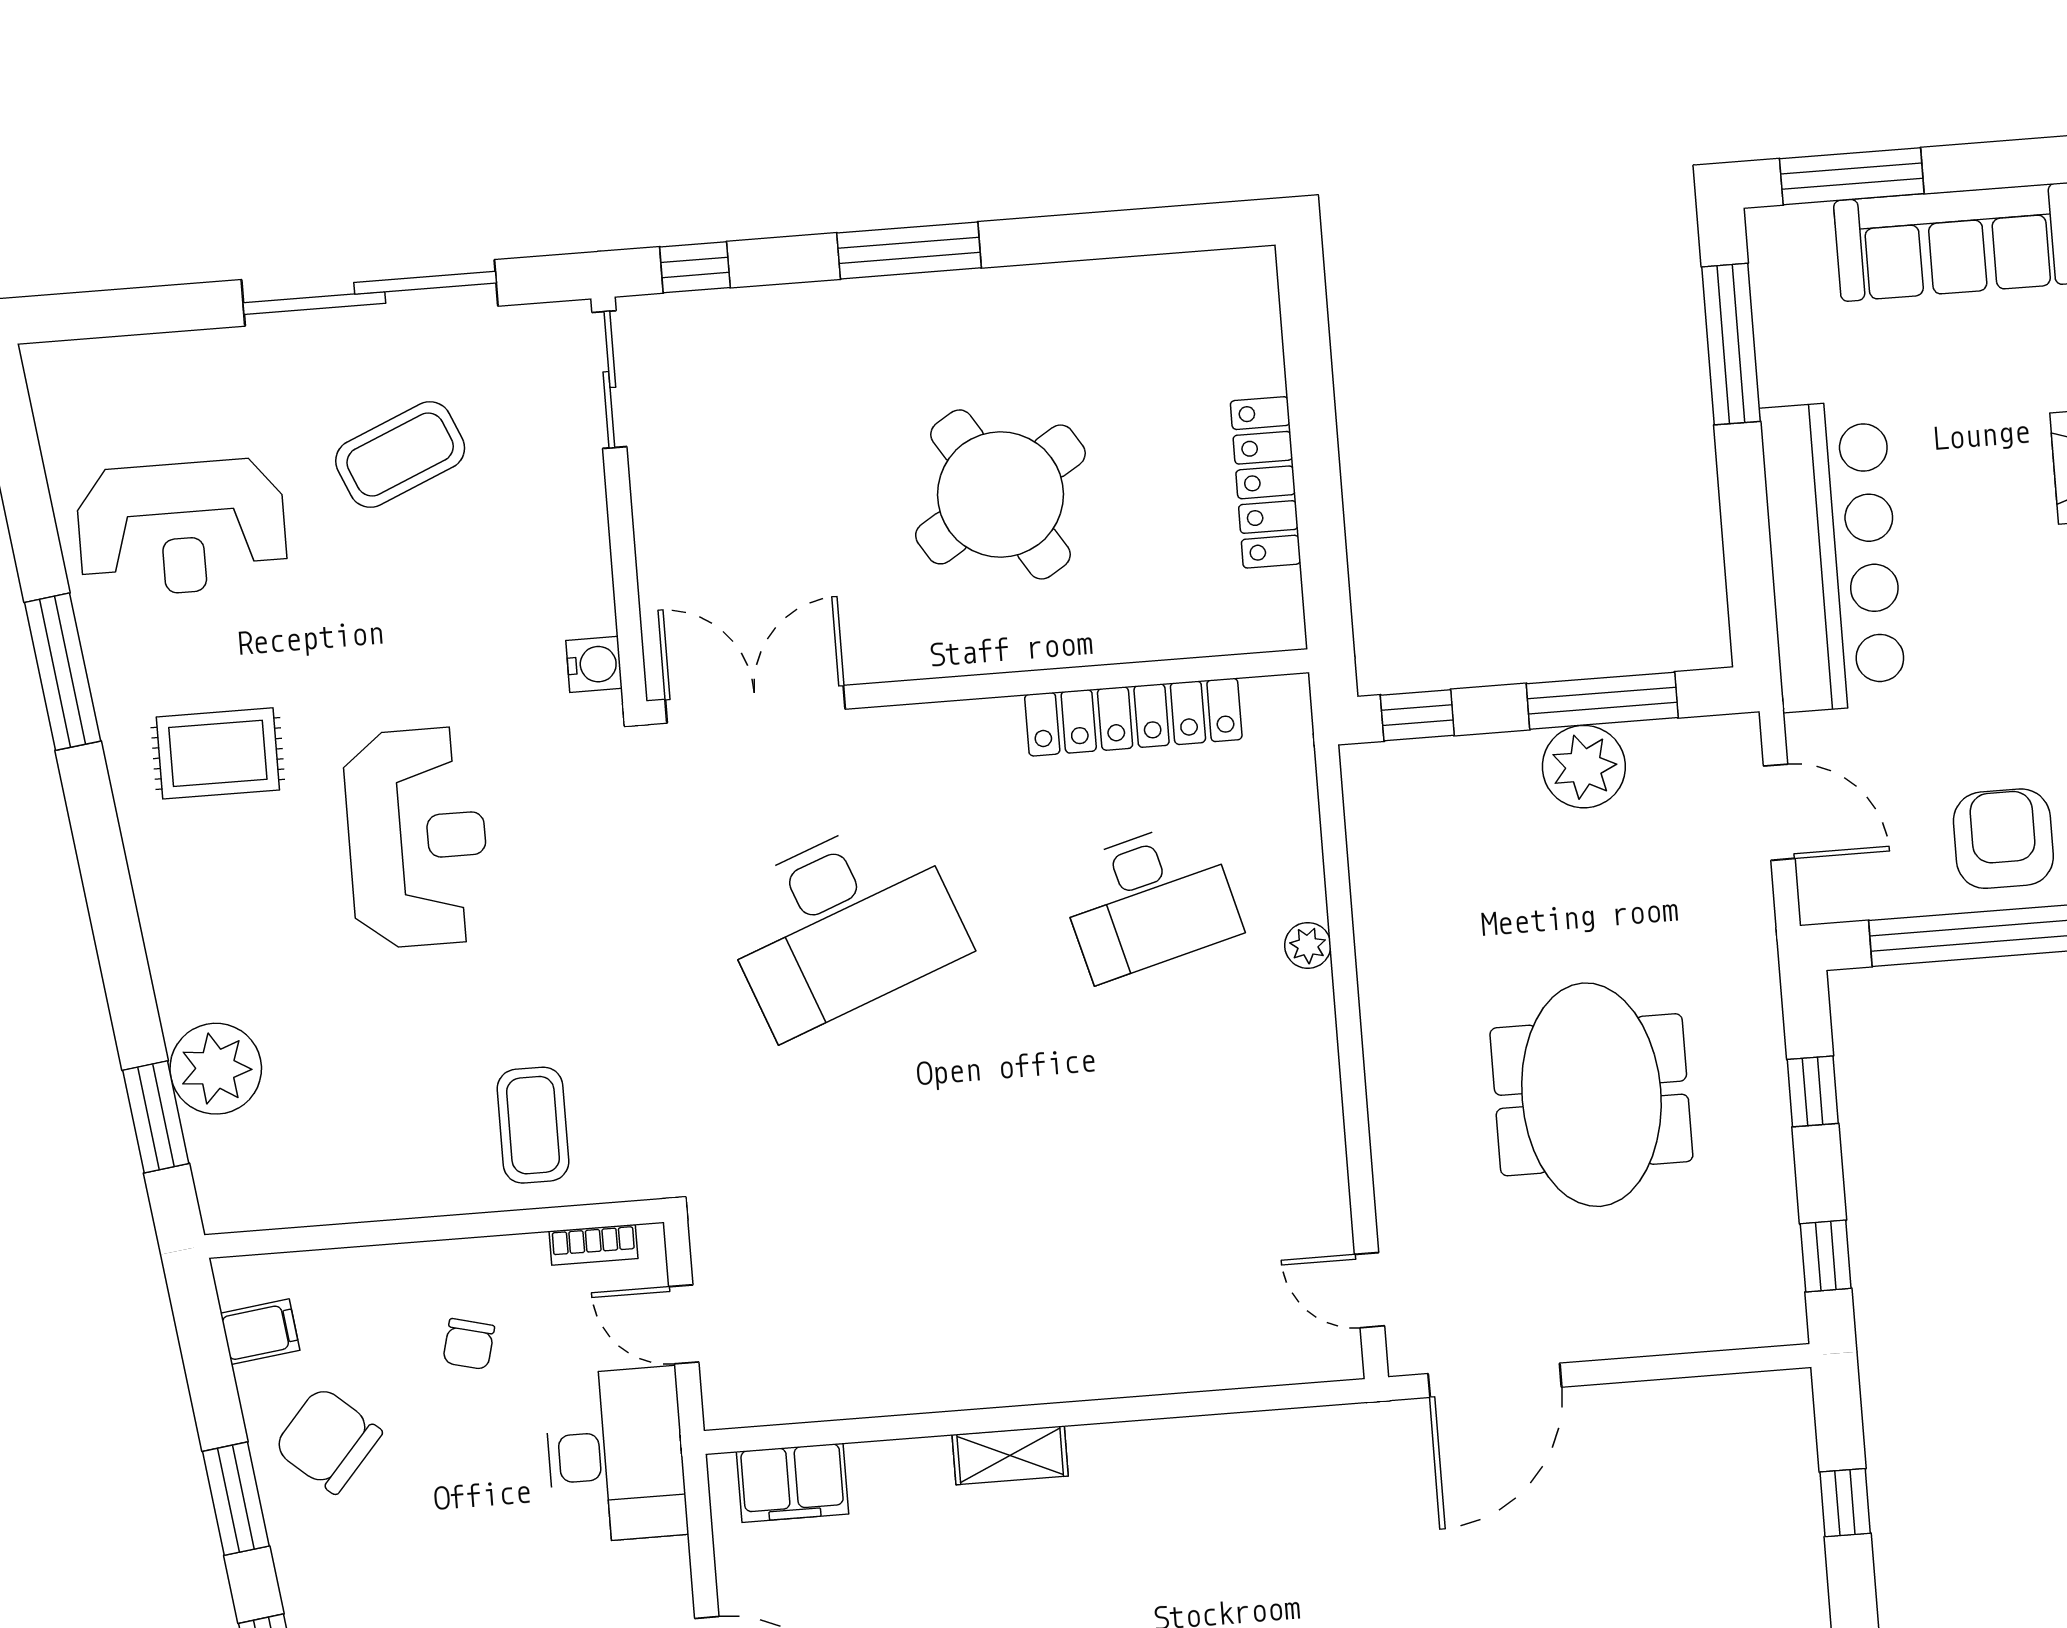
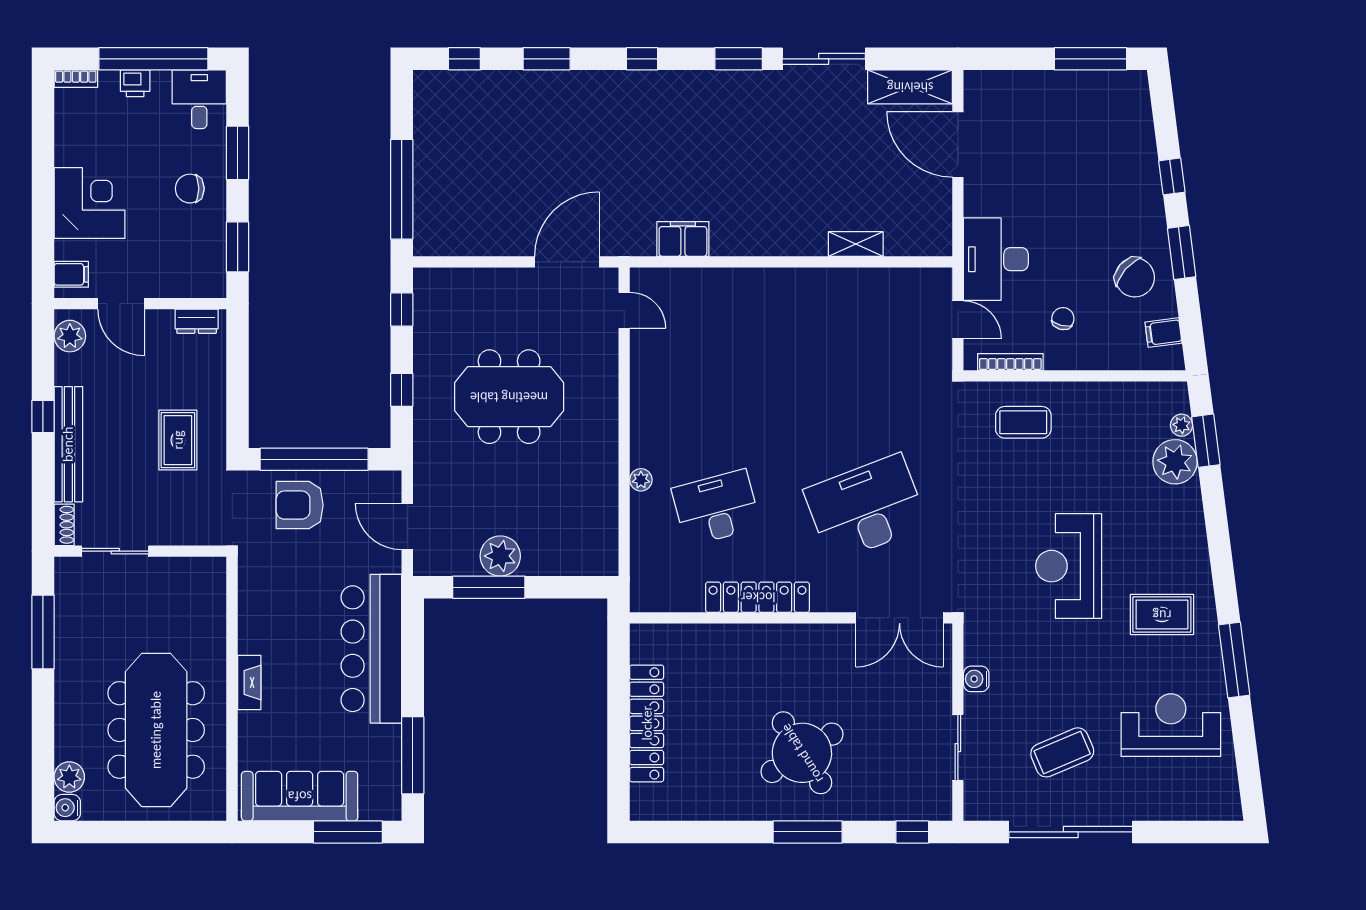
sliding door: (609, 380) -> (958, 748), moved
locker: (1266, 482) -> (647, 723), width x1.41, depth x1.21
round table: (1000, 494) -> (802, 753), moved
water cooler: (594, 664) -> (976, 679), moved
window: (1417, 715) -> (579, 587), removed
locker: (1133, 717) -> (758, 597), moved
armchair: (2003, 839) -> (300, 505), turned 90
meeting table: (1591, 1095) -> (509, 397), turned 90
coffee table: (533, 1125) -> (1023, 422), turned 90
plant: (208, 1145) -> (1182, 425), added
bookcase: (594, 1245) -> (1010, 362), width x1.56
shelving: (1010, 1455) -> (856, 244), moved
filing cabinet: (792, 1483) -> (683, 239), moved
window: (1845, 1503) -> (402, 189), width x3.17

